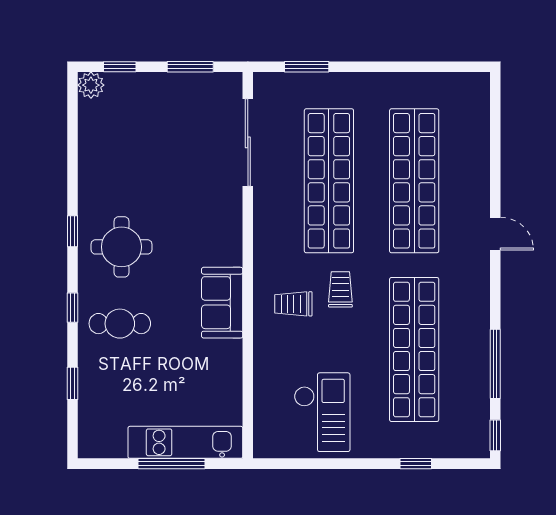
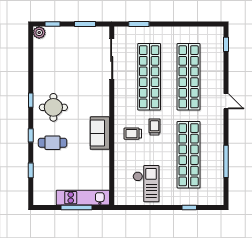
window: (495, 435) -> (226, 44), moved

